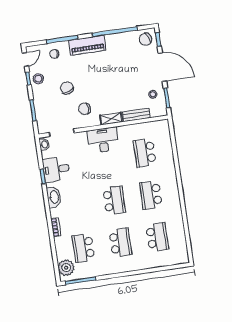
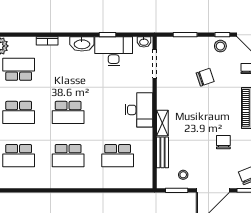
chair: (85, 109) -> (223, 142), moved
school desk: (145, 153) -> (118, 156), turned 180
desk: (56, 169) -> (114, 51), width x1.37
school desk: (151, 195) -> (68, 156), turned 180

